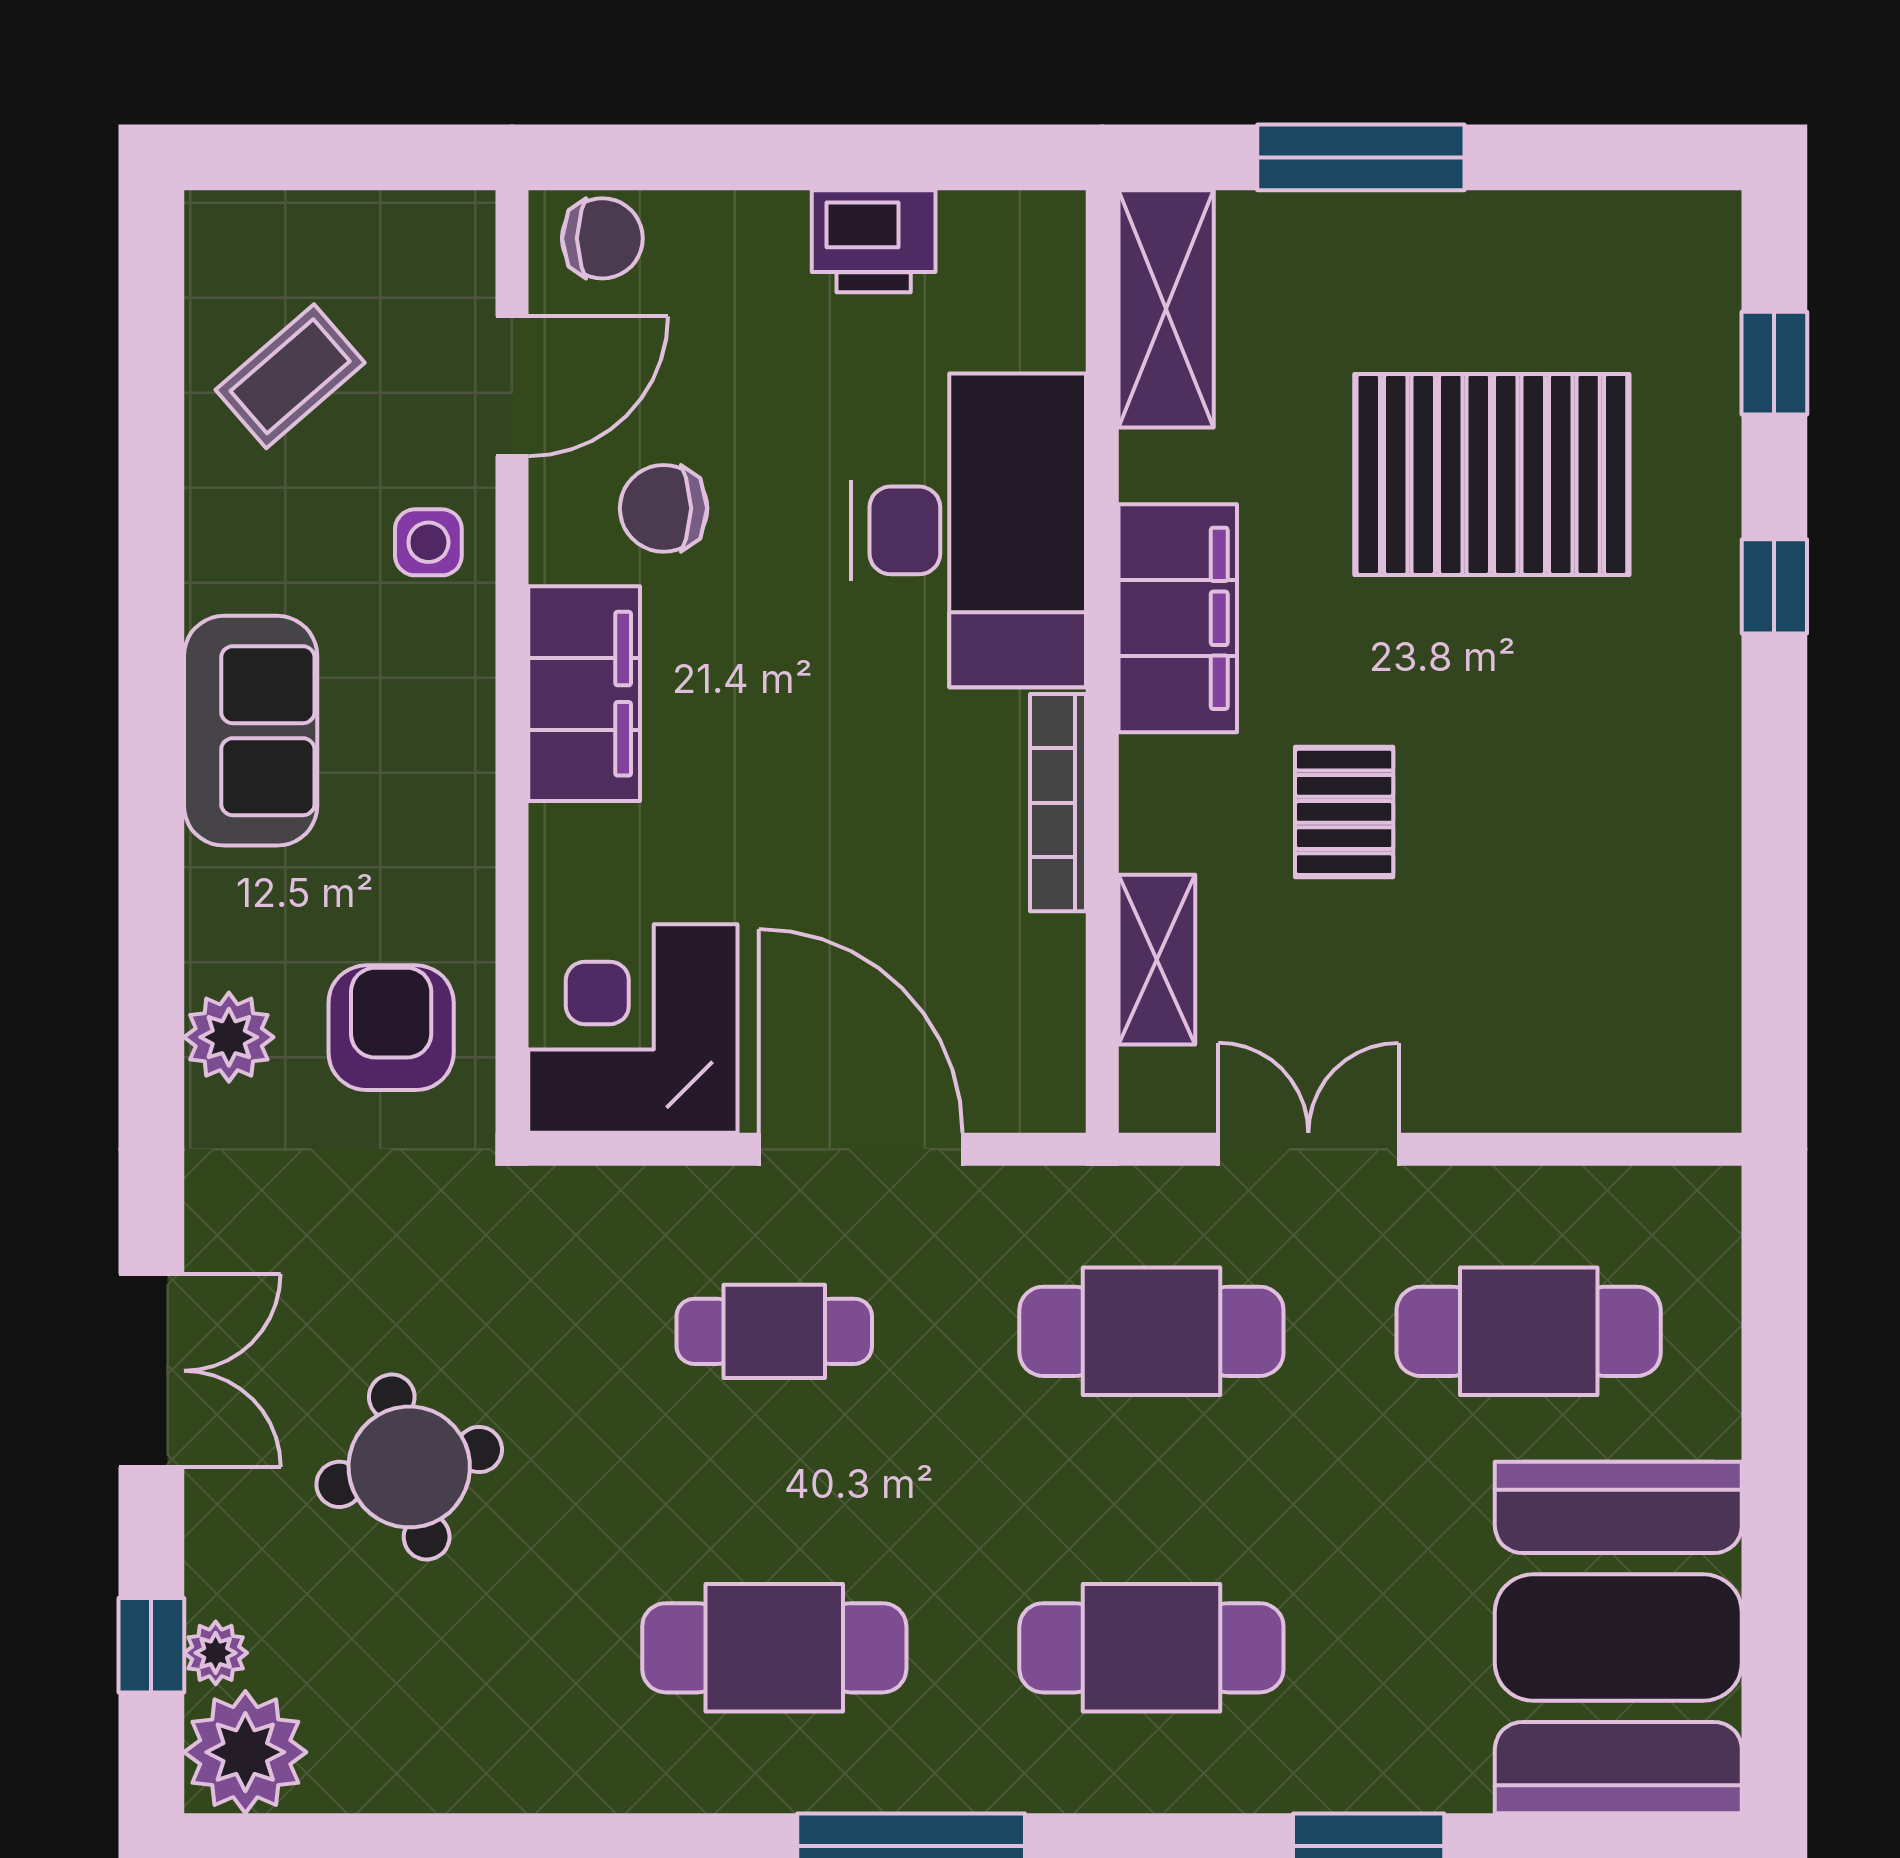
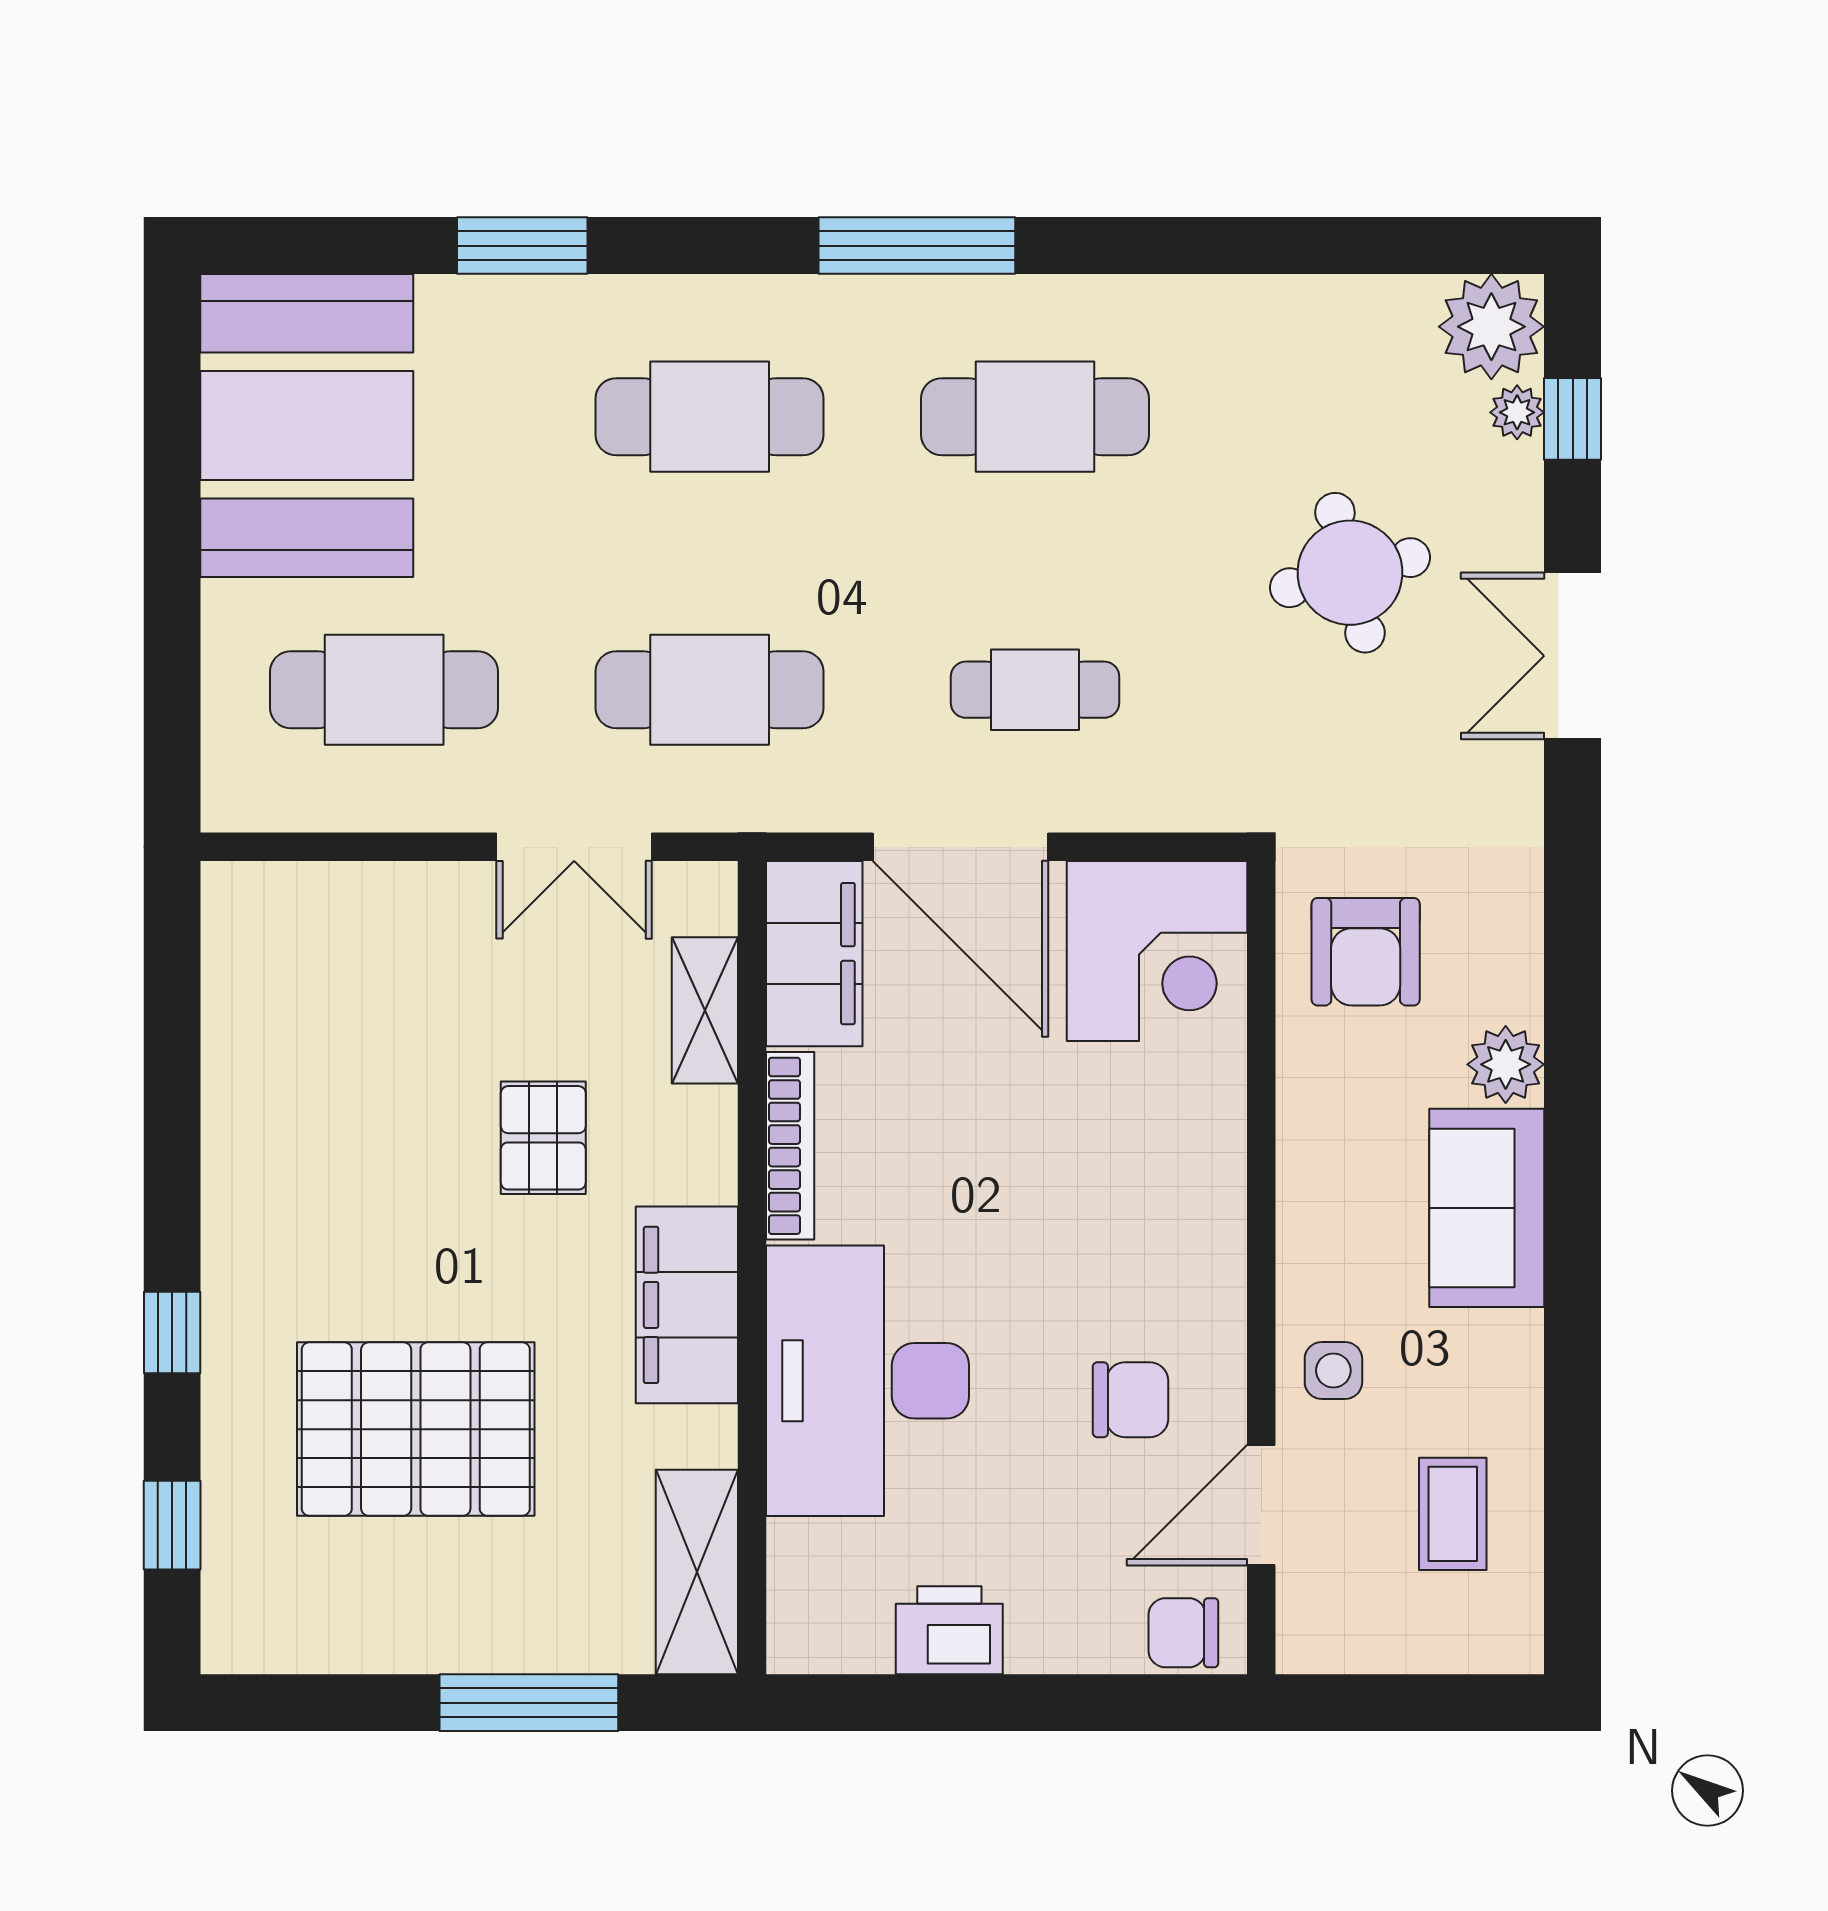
coffee table: (290, 376) -> (1453, 1514), turned -49
filing cabinet: (584, 694) -> (814, 954), moved, turned 180
plant: (229, 1037) -> (1506, 1064), moved

